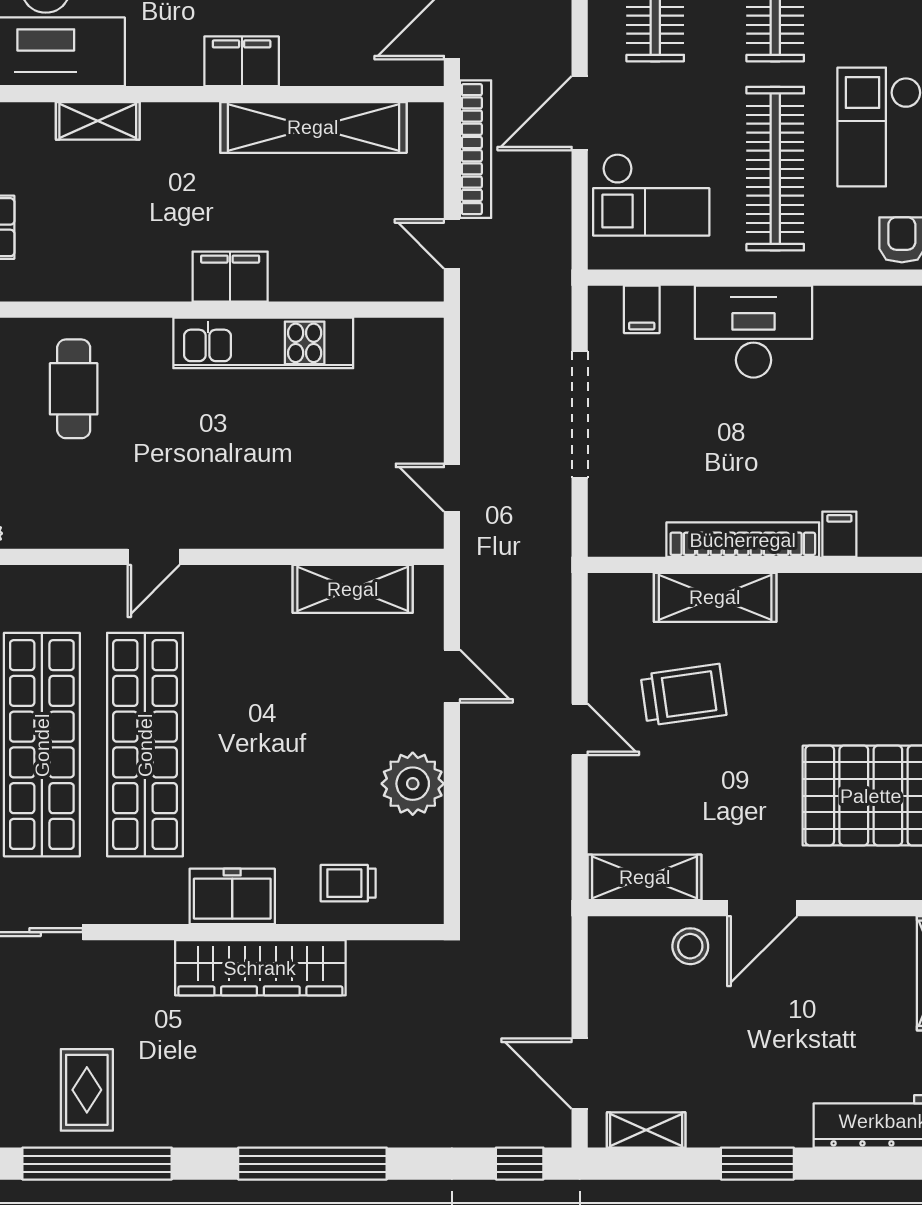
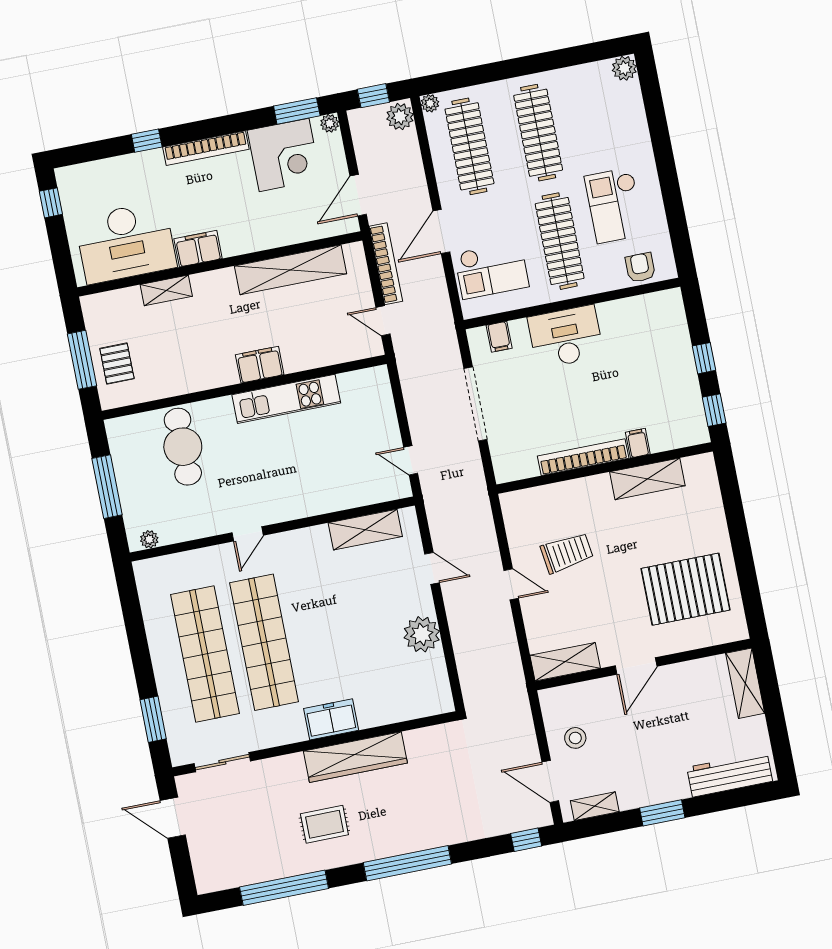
filing cabinet: (242, 61) -> (198, 249), moved
cafe table: (74, 389) -> (183, 447), width x1.37, depth x1.35
shelving: (715, 597) -> (647, 479), moved
trolley: (348, 883) -> (396, 699), removed
stool: (690, 946) -> (575, 738), moved
rug: (87, 1090) -> (324, 824), moved, turned 90

